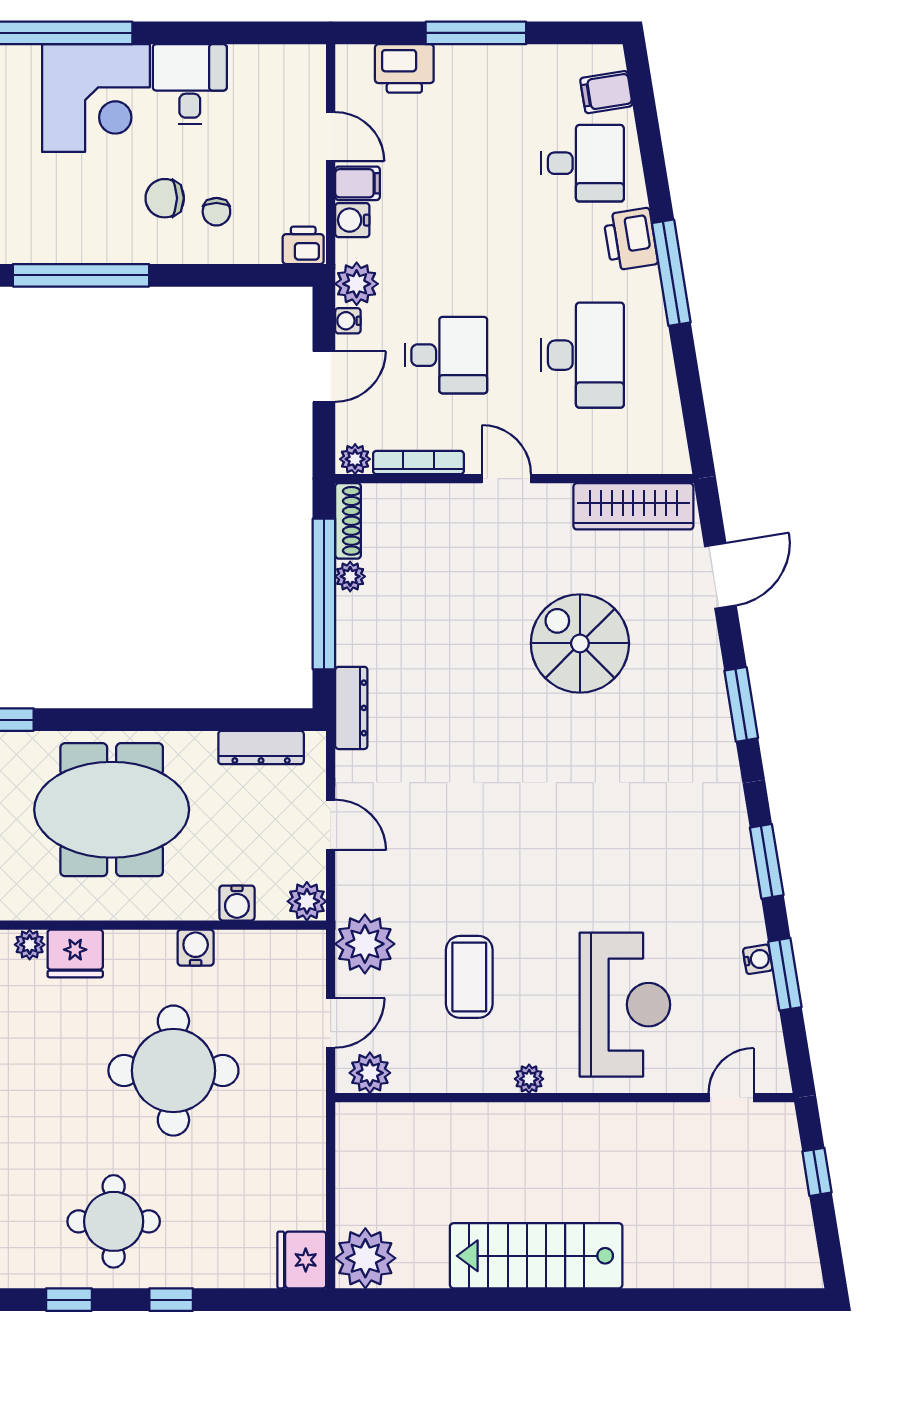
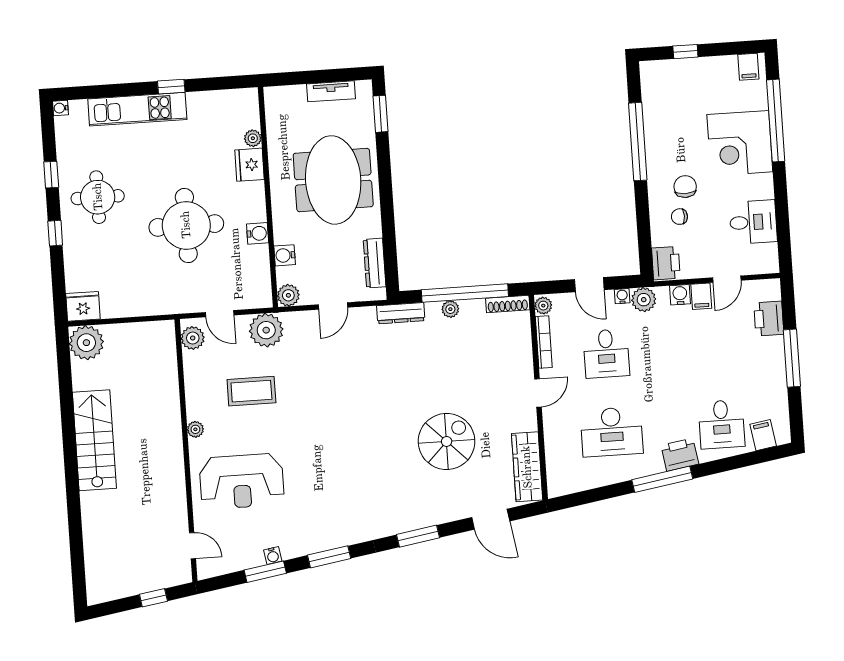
desk: (190, 84) -> (753, 222), moved
printer: (303, 245) -> (666, 263), width x1.36, depth x1.24
plant: (350, 576) -> (450, 309), moved

